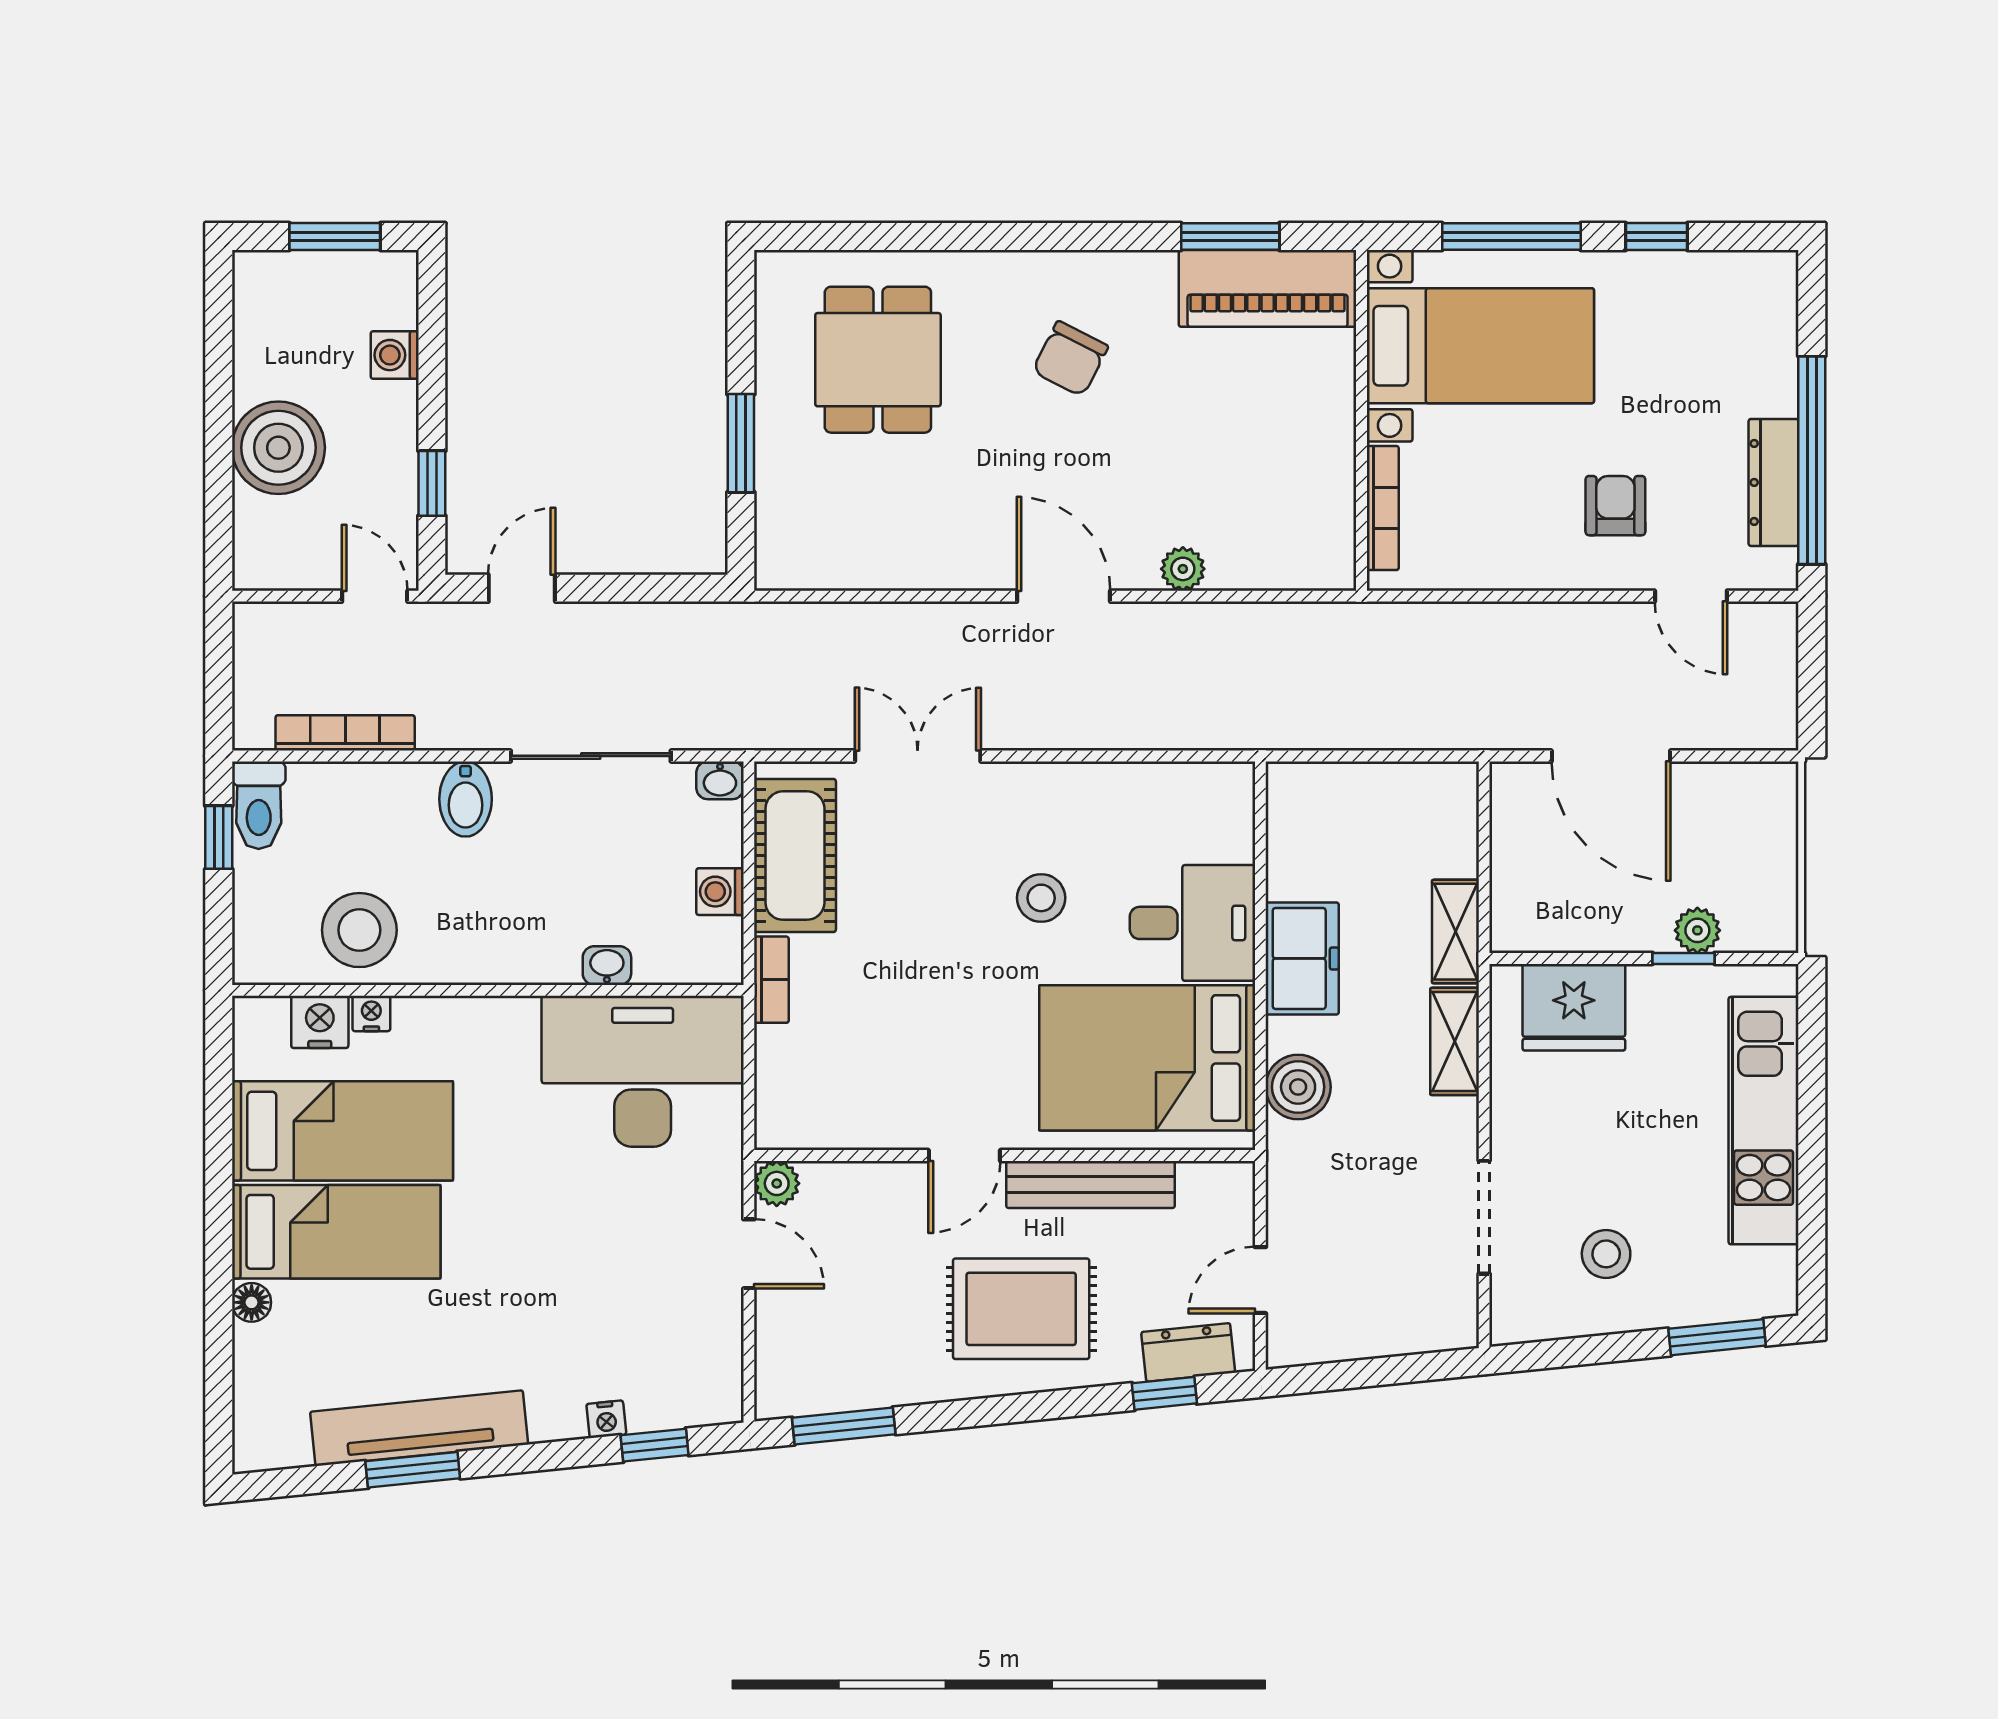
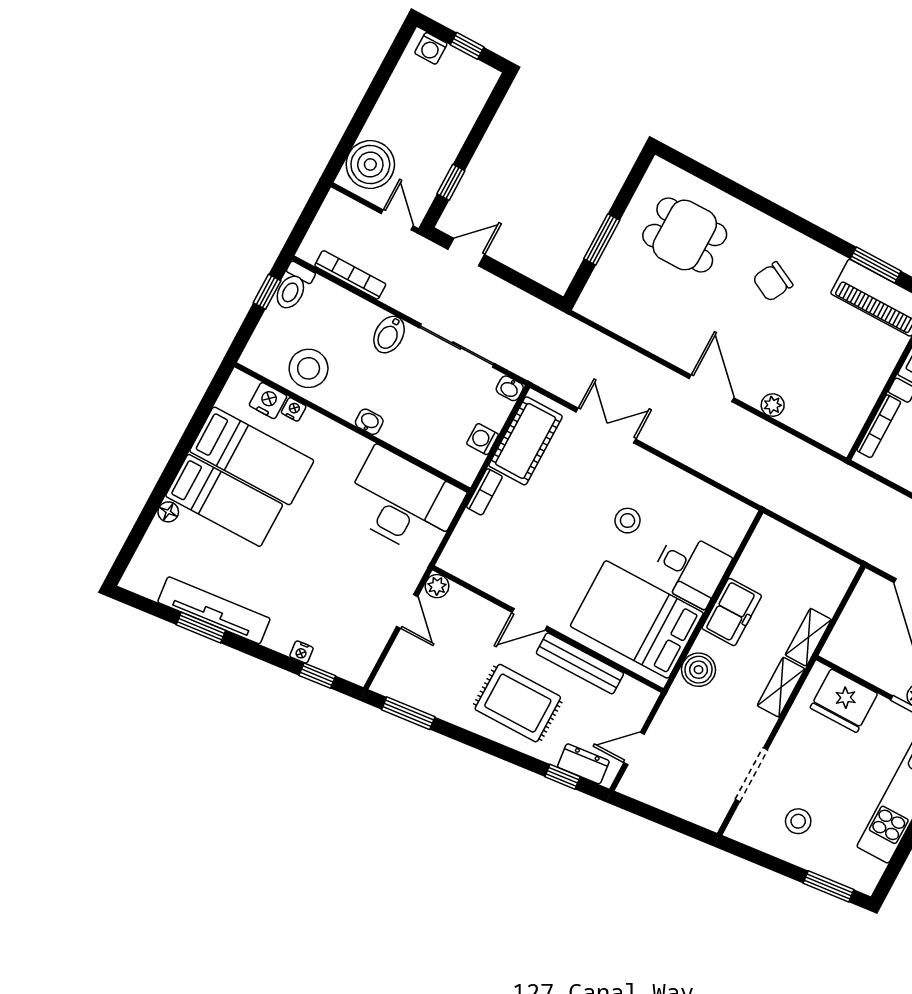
window: (335, 236) -> (467, 46), width x0.67
washing machine: (395, 355) -> (431, 48), moved, turned -90
dining table: (878, 360) -> (685, 235), turned 90
boiler: (278, 448) -> (370, 165), moved
washbasin: (607, 966) -> (369, 422), moved

